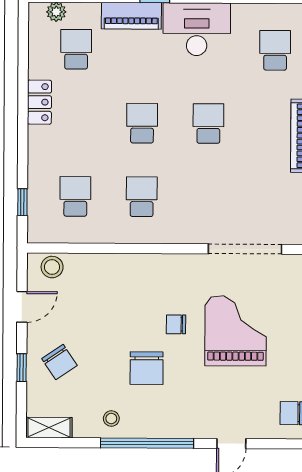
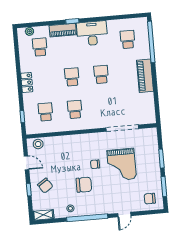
locker: (40, 102) -> (27, 82), moved
door: (22, 307) -> (26, 163), hinge flipped
grand piano: (236, 331) -> (122, 165), turned 180
chair: (147, 368) -> (84, 185), turned -90

